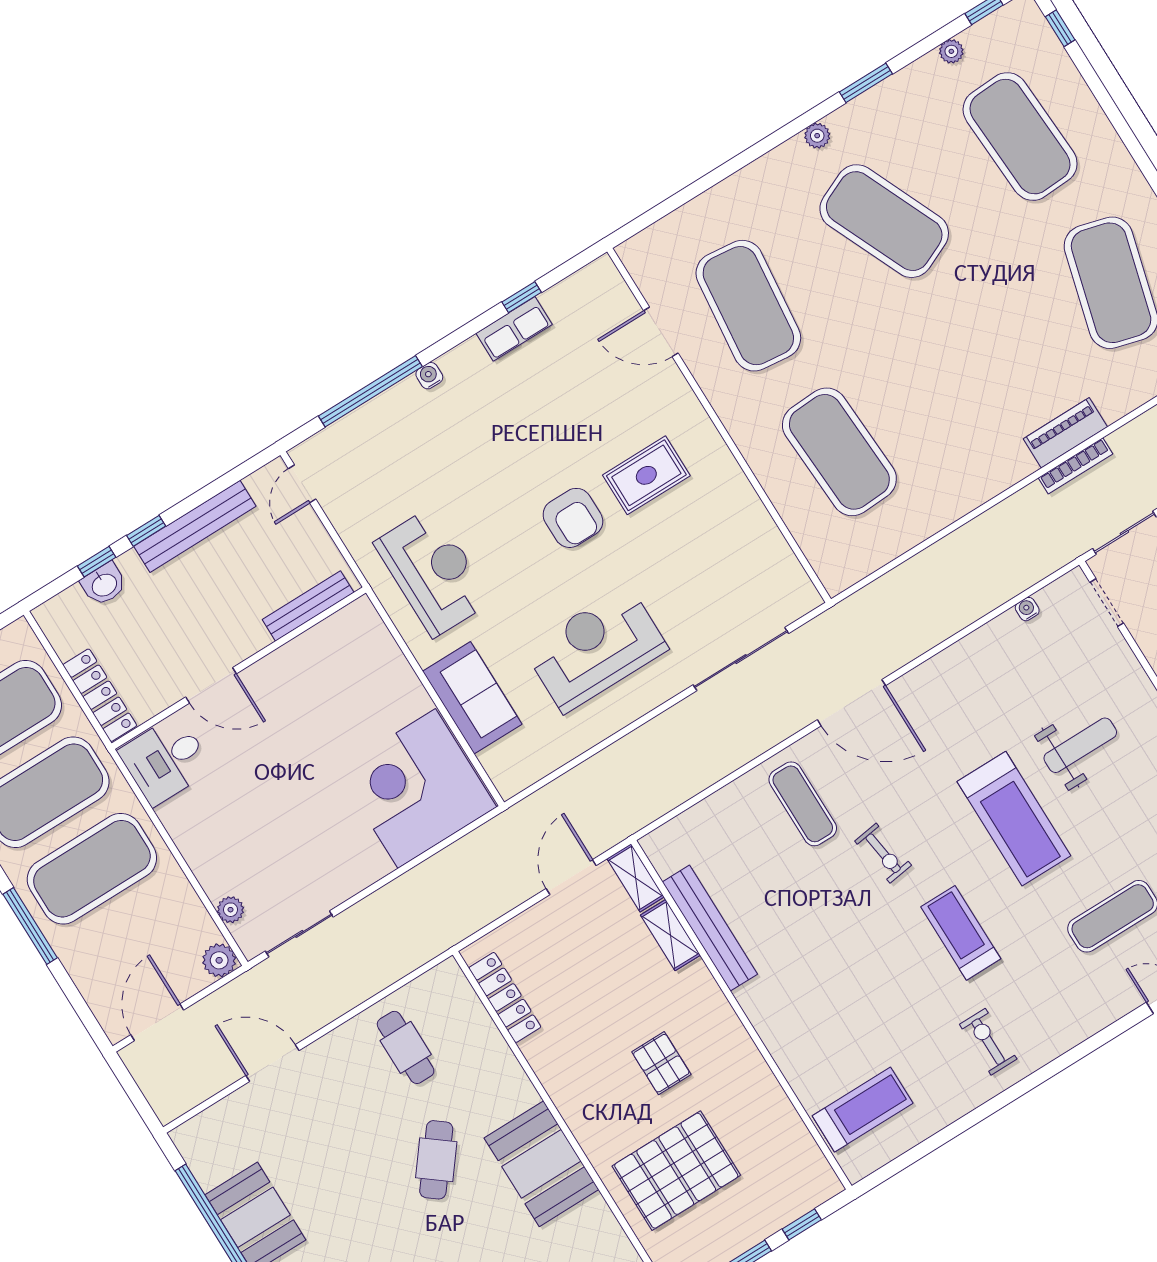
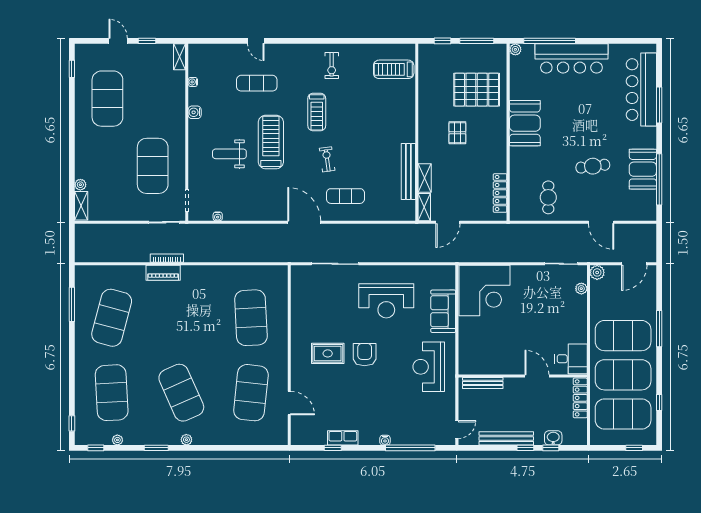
exercise mat: (803, 804) -> (345, 196), turned 90
cafe table: (436, 1160) -> (593, 166), moved, turned 45

